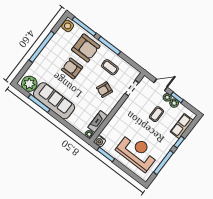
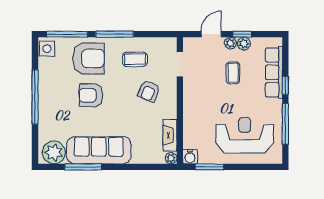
row of seats: (182, 126) -> (274, 72), width x1.48

